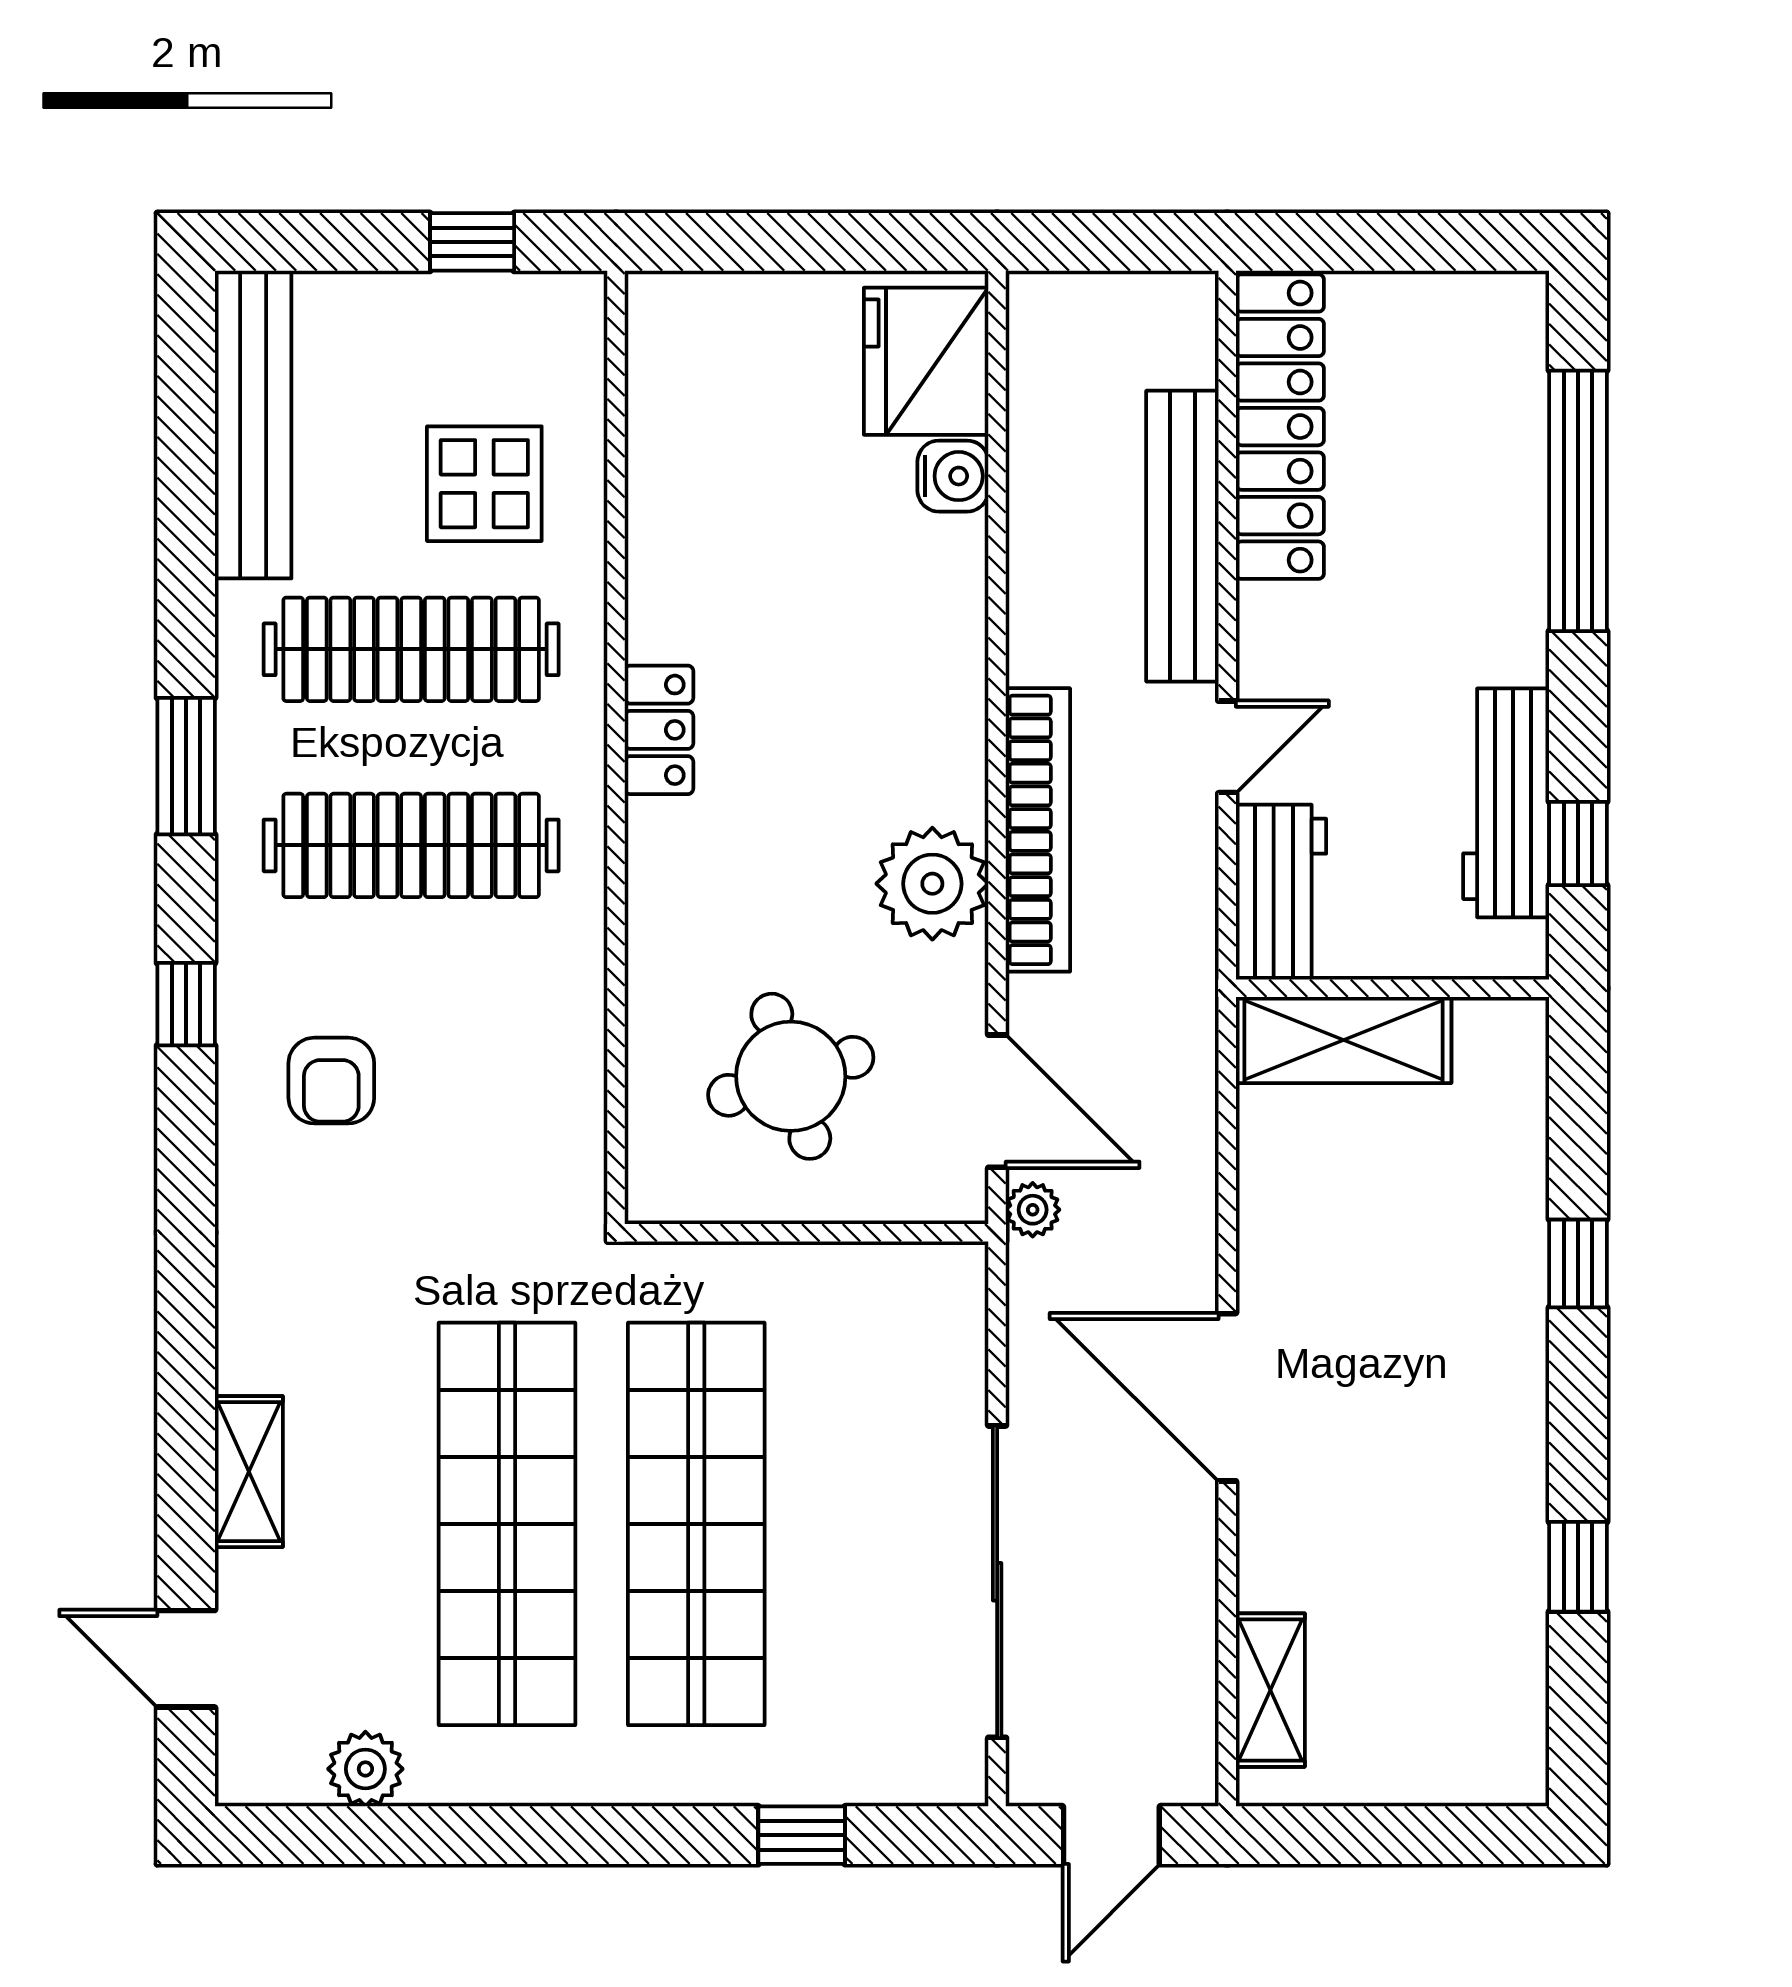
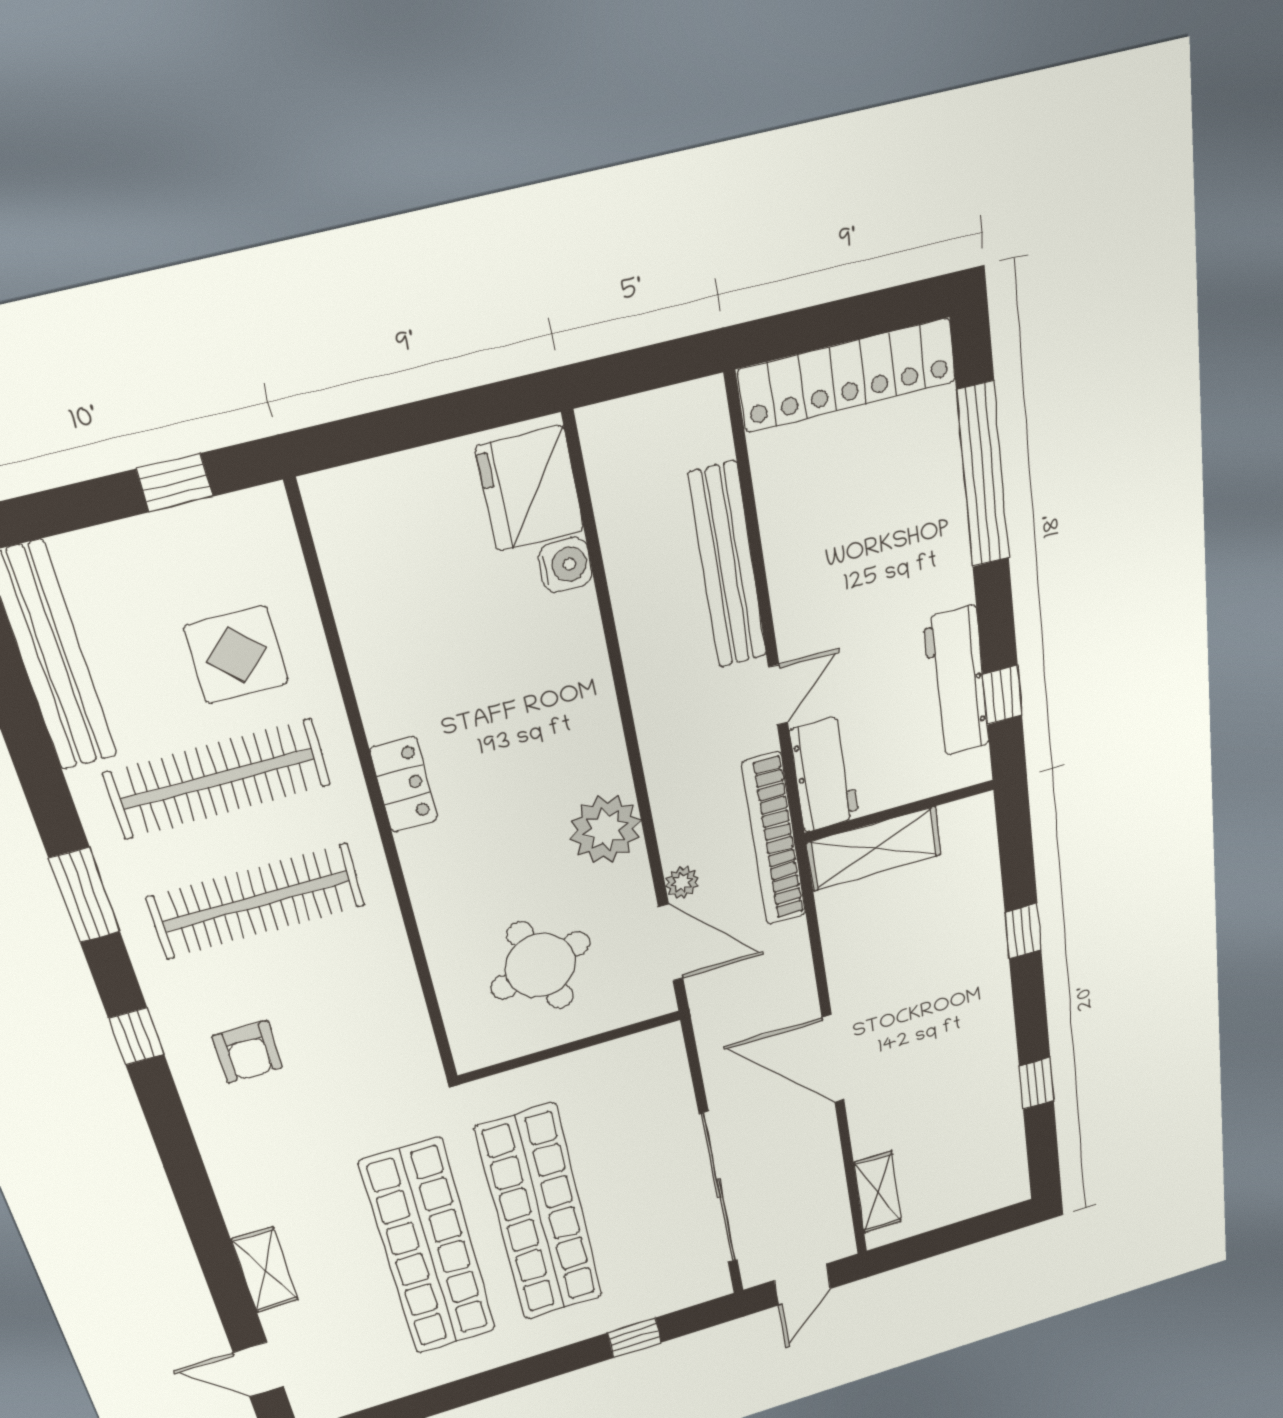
locker: (1280, 427) -> (848, 375), moved, turned 90
bookcase: (1038, 830) -> (774, 840), moved, turned 180
plant: (1033, 1210) -> (682, 882), moved
plant: (365, 1769) -> (381, 1386), removed

